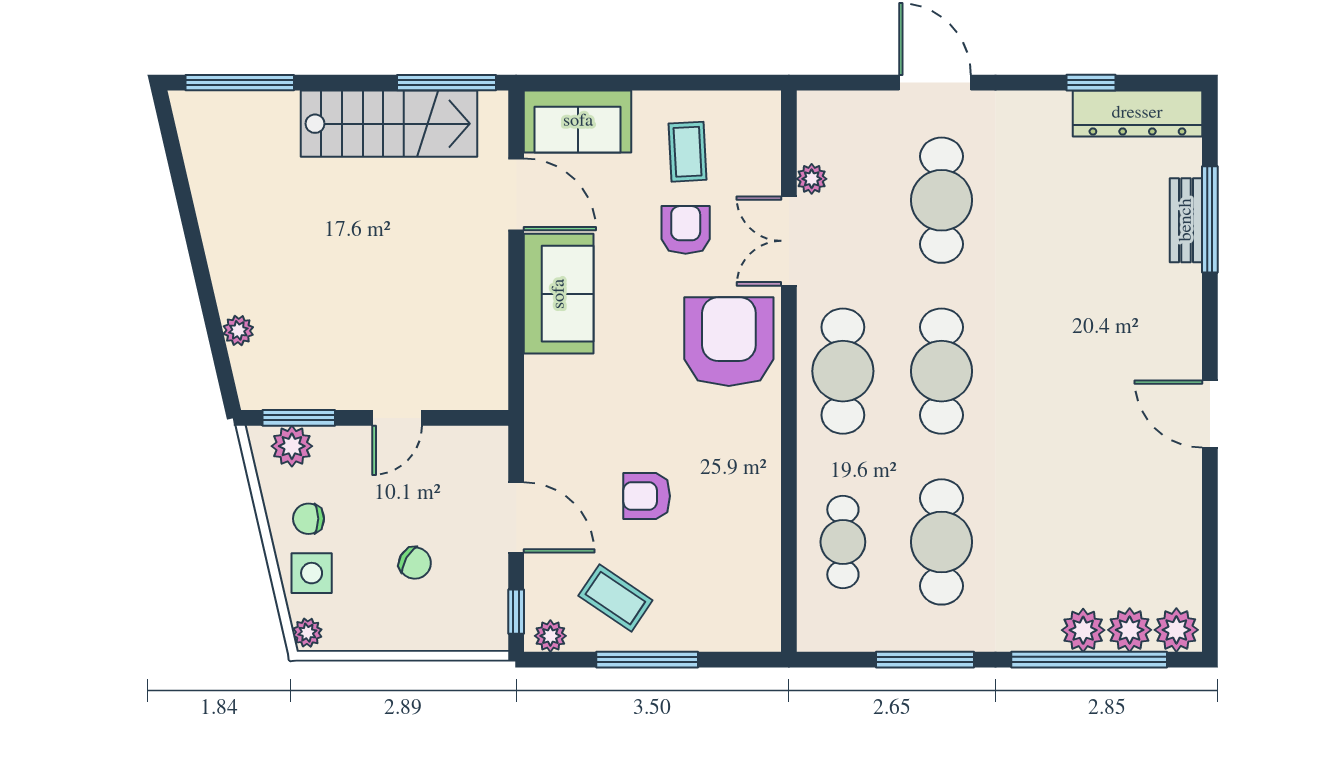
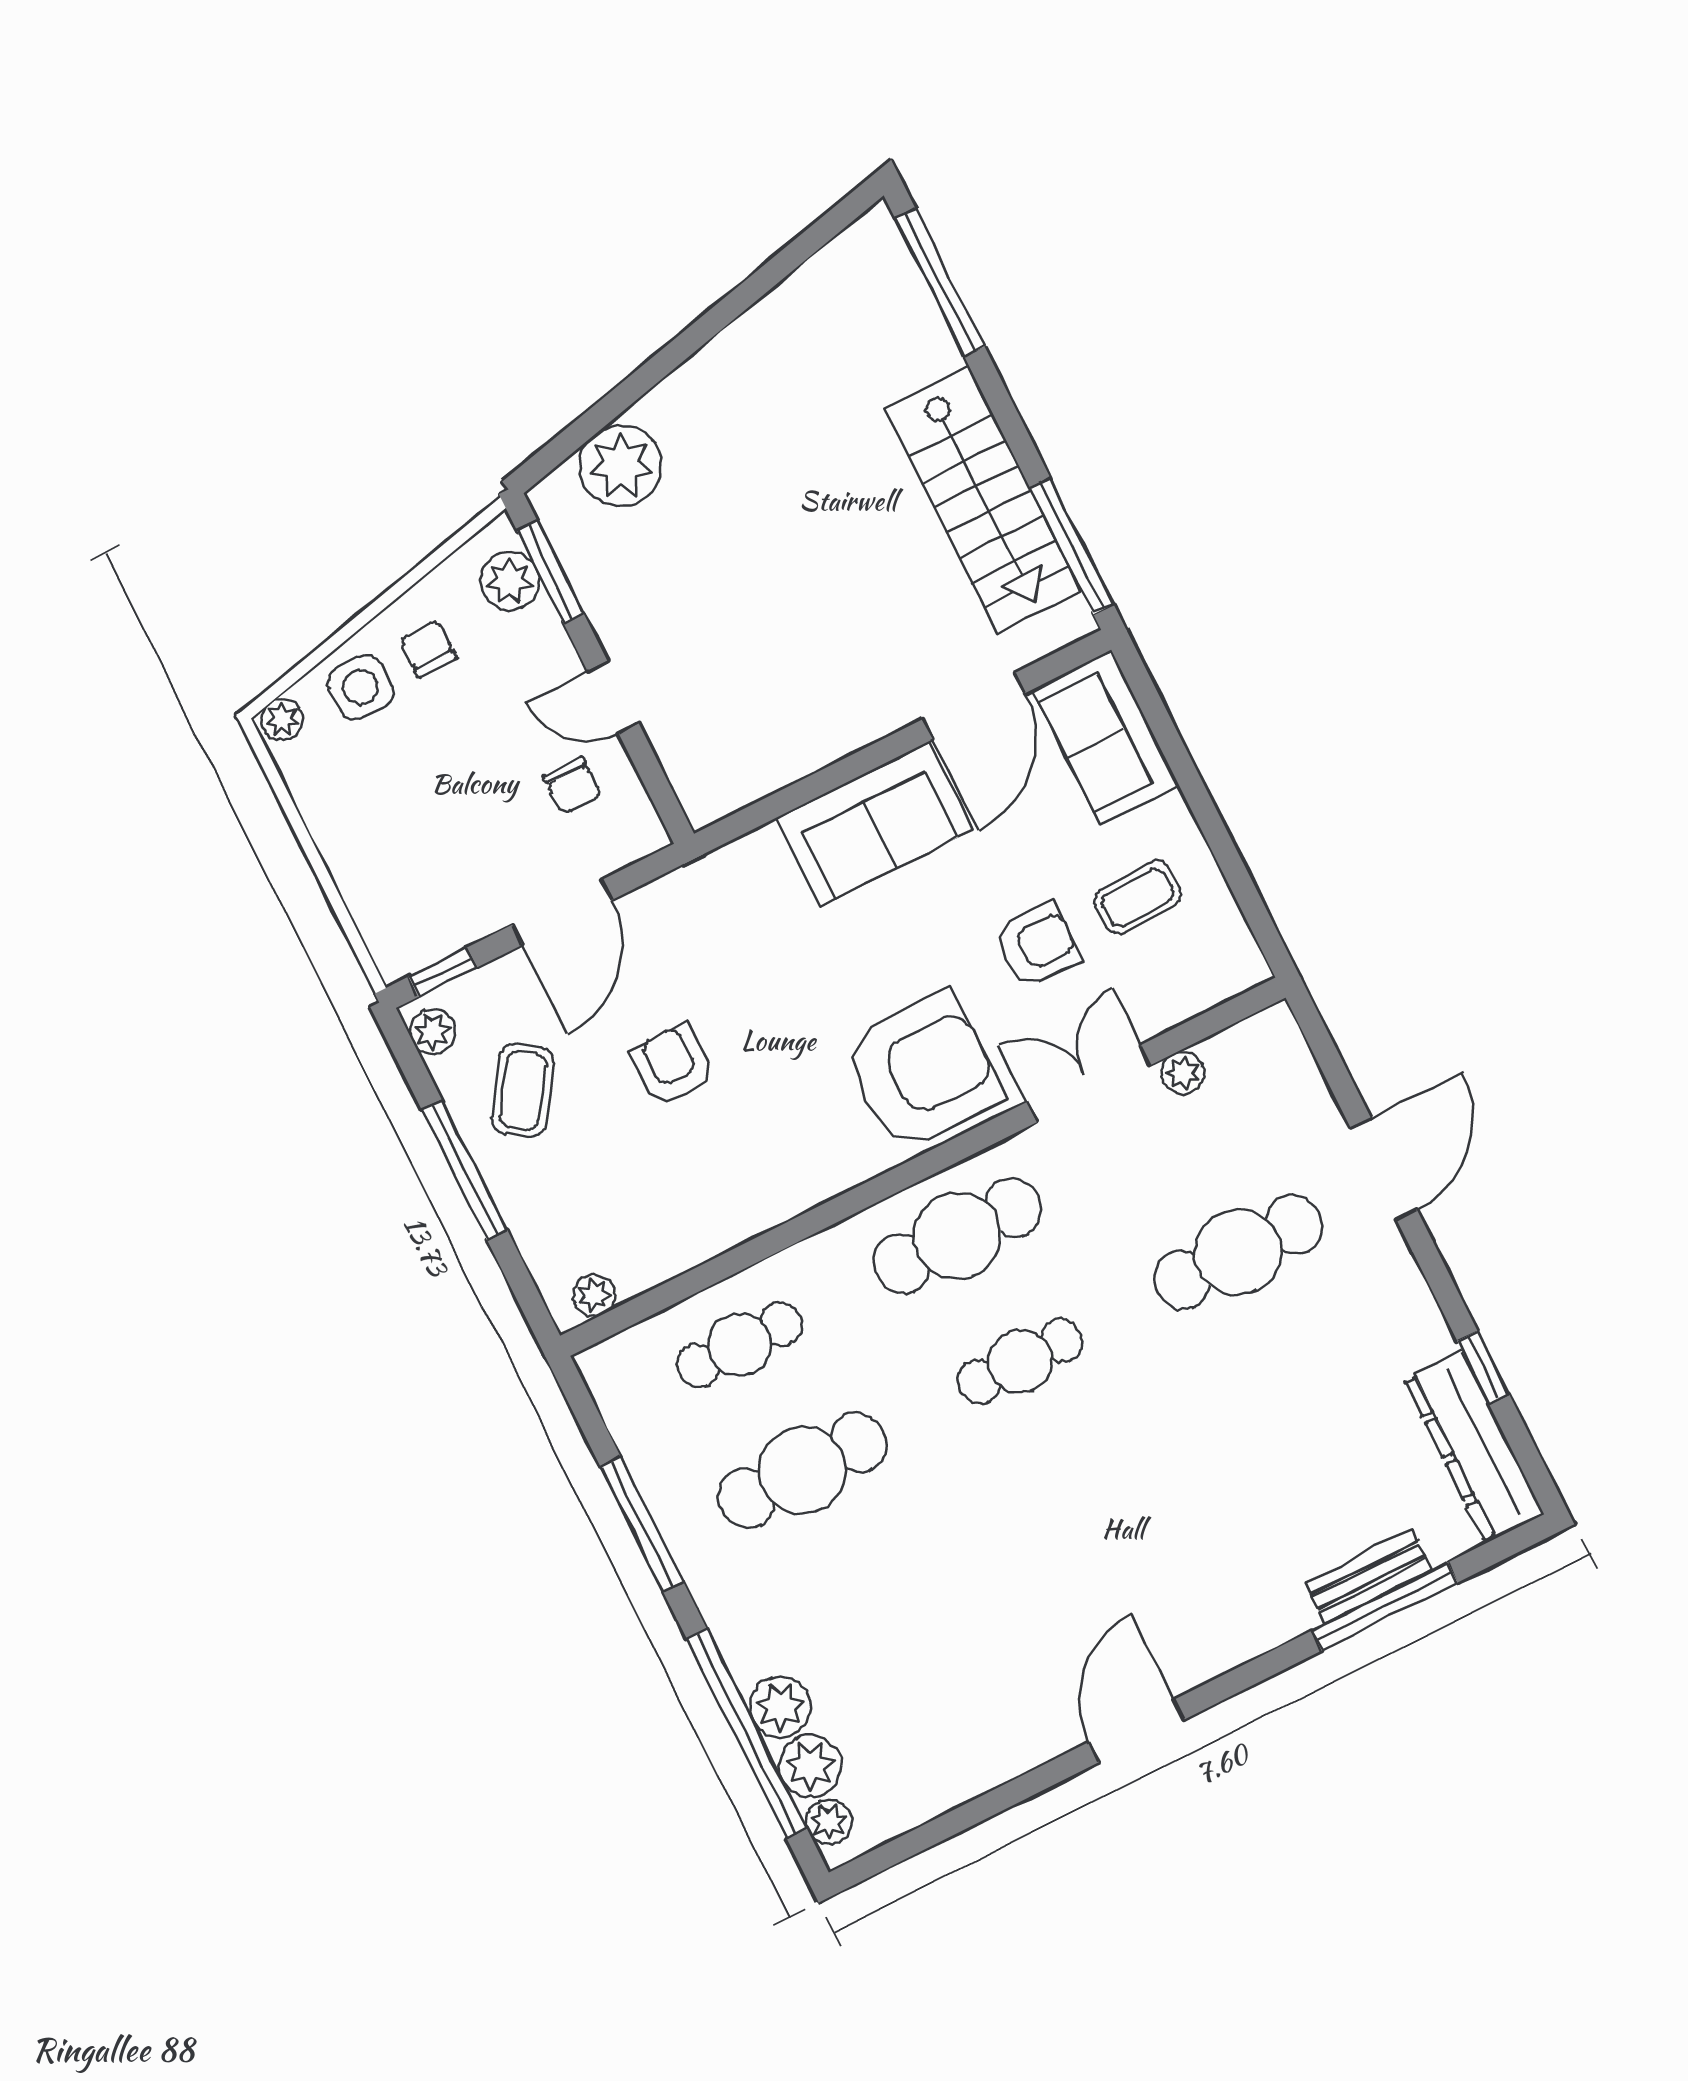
plant: (238, 330) -> (621, 466), width x1.88, depth x1.88
cafe table: (942, 371) -> (1020, 1361), width x0.73, depth x0.74
chair: (415, 563) -> (573, 786), moved, turned -30
plant: (766, 618) -> (594, 1295), added
plant: (1176, 630) -> (829, 1822), width x0.73, depth x0.73

